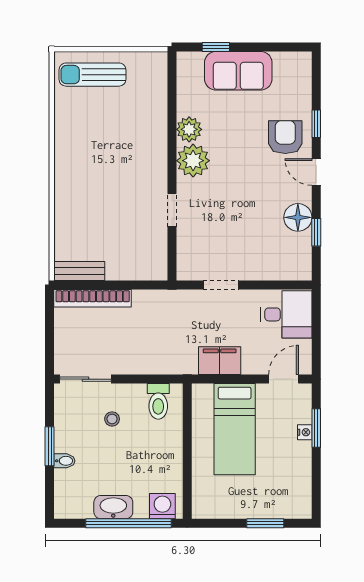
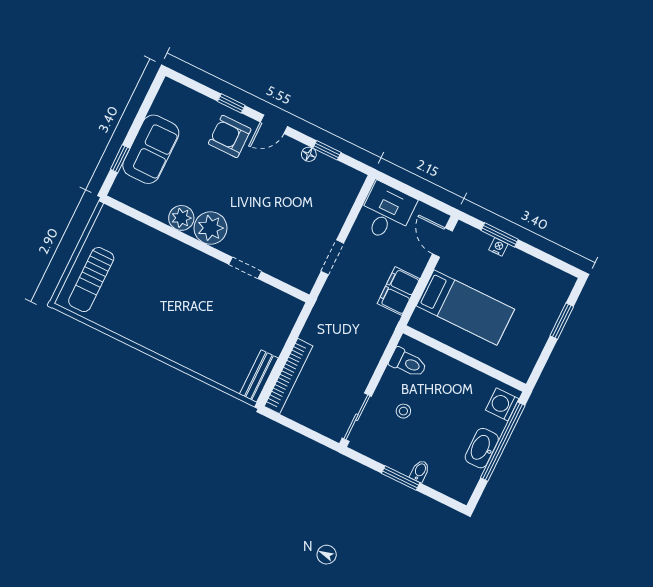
floor lamp: (298, 217) -> (309, 154), width x0.53, depth x0.53

